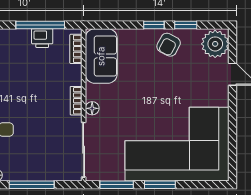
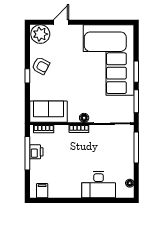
window: (186, 25) -> (27, 54), removed
window: (32, 185) -> (136, 147), moved

